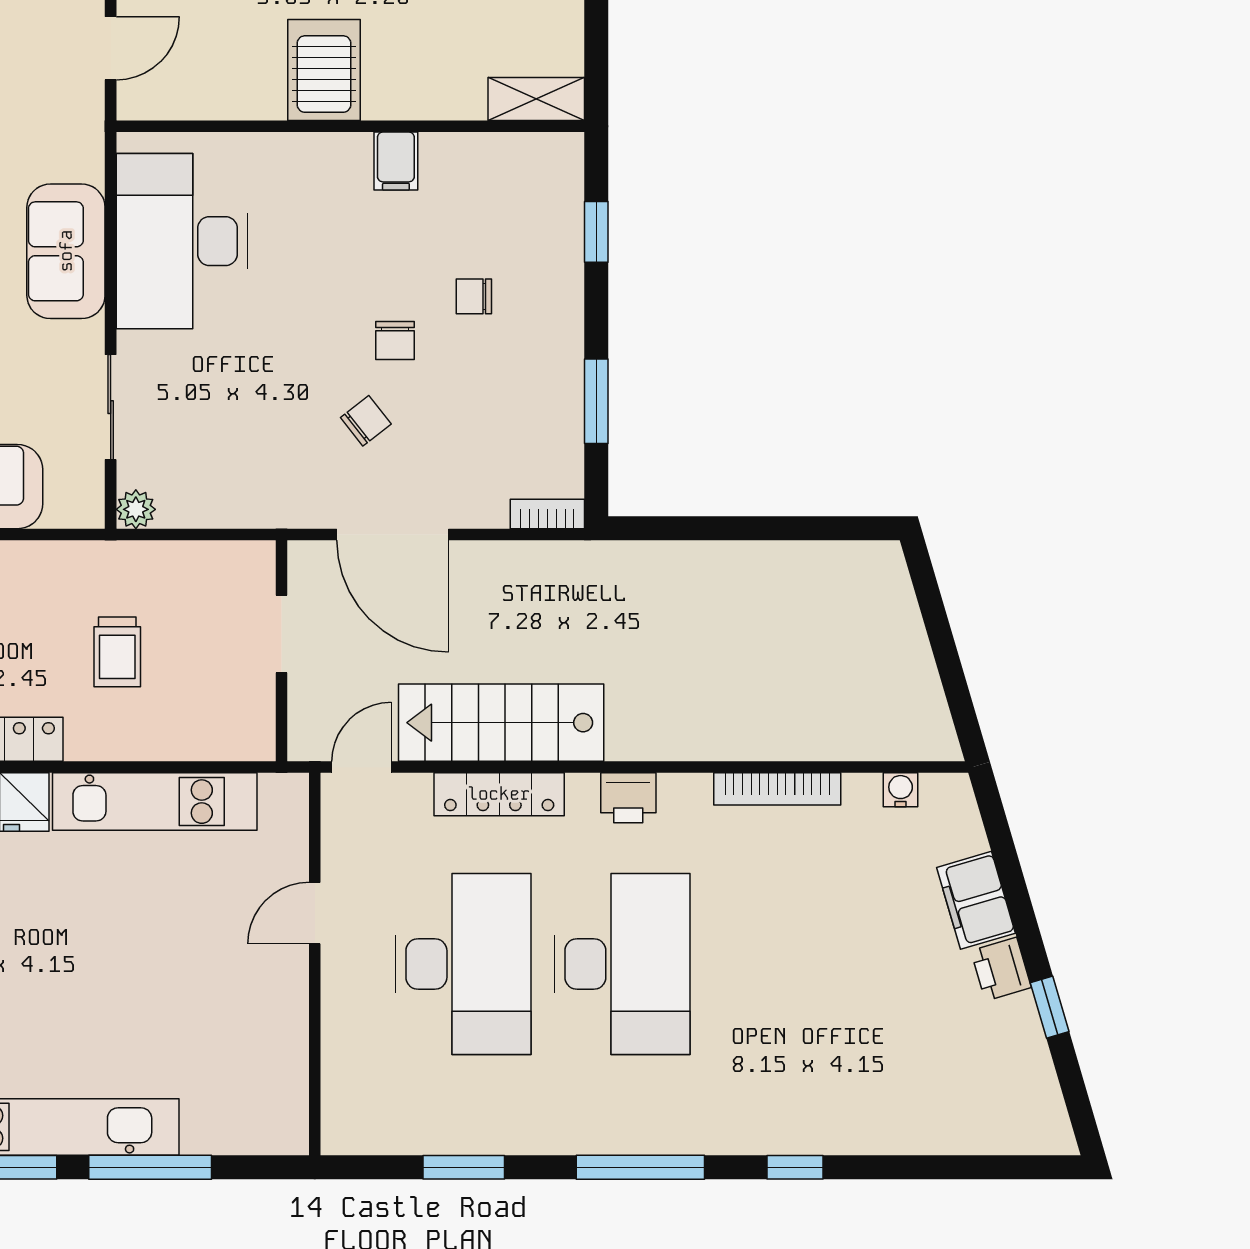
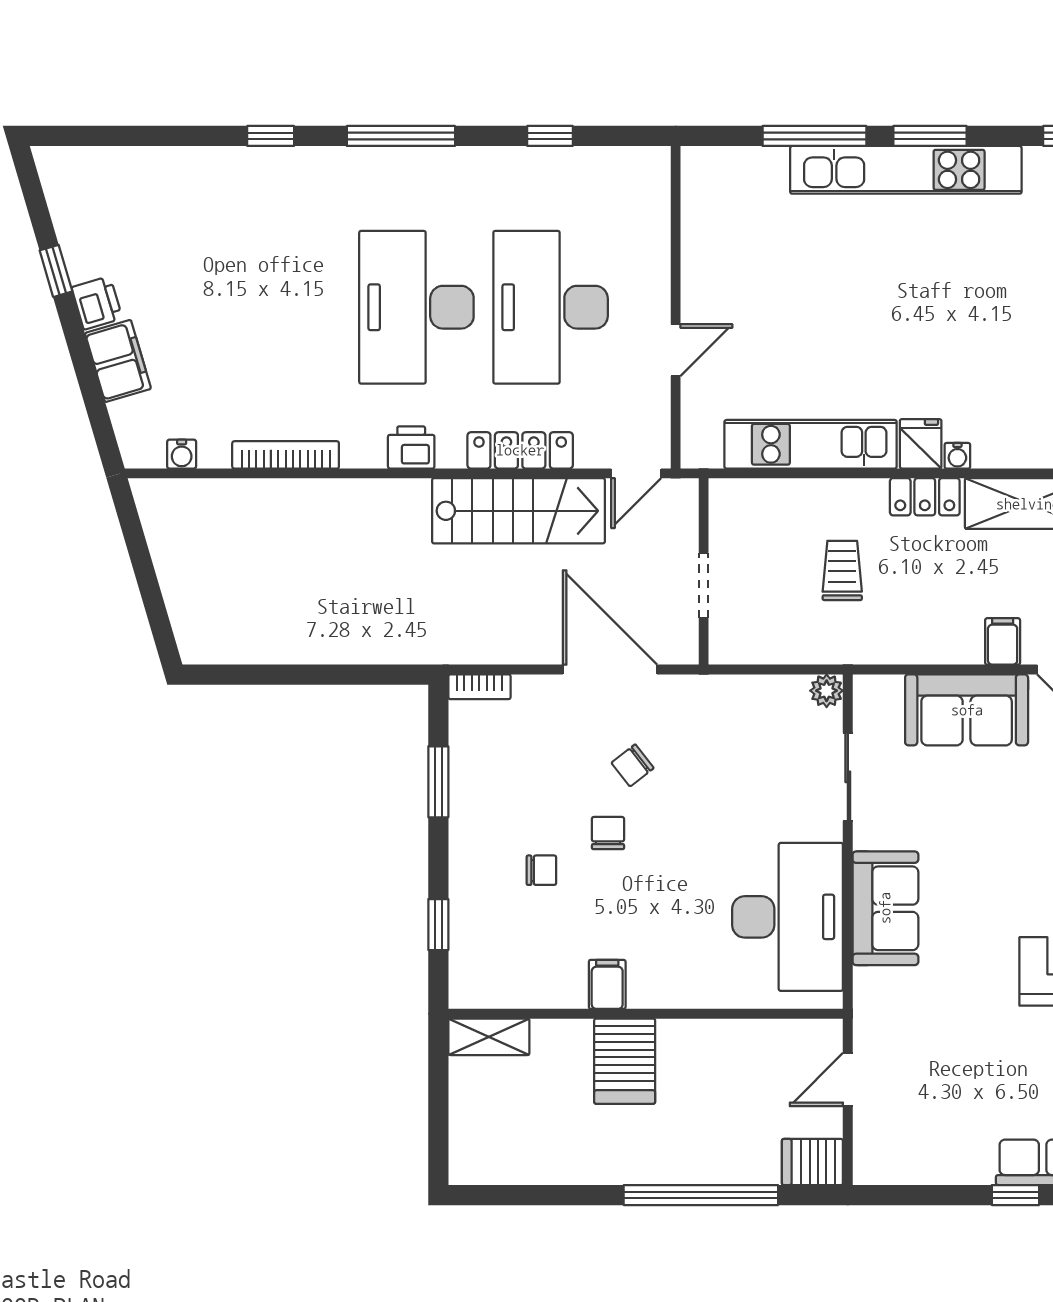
server rack: (324, 70) -> (625, 1061), moved
window: (464, 1167) -> (550, 136), width x0.67

